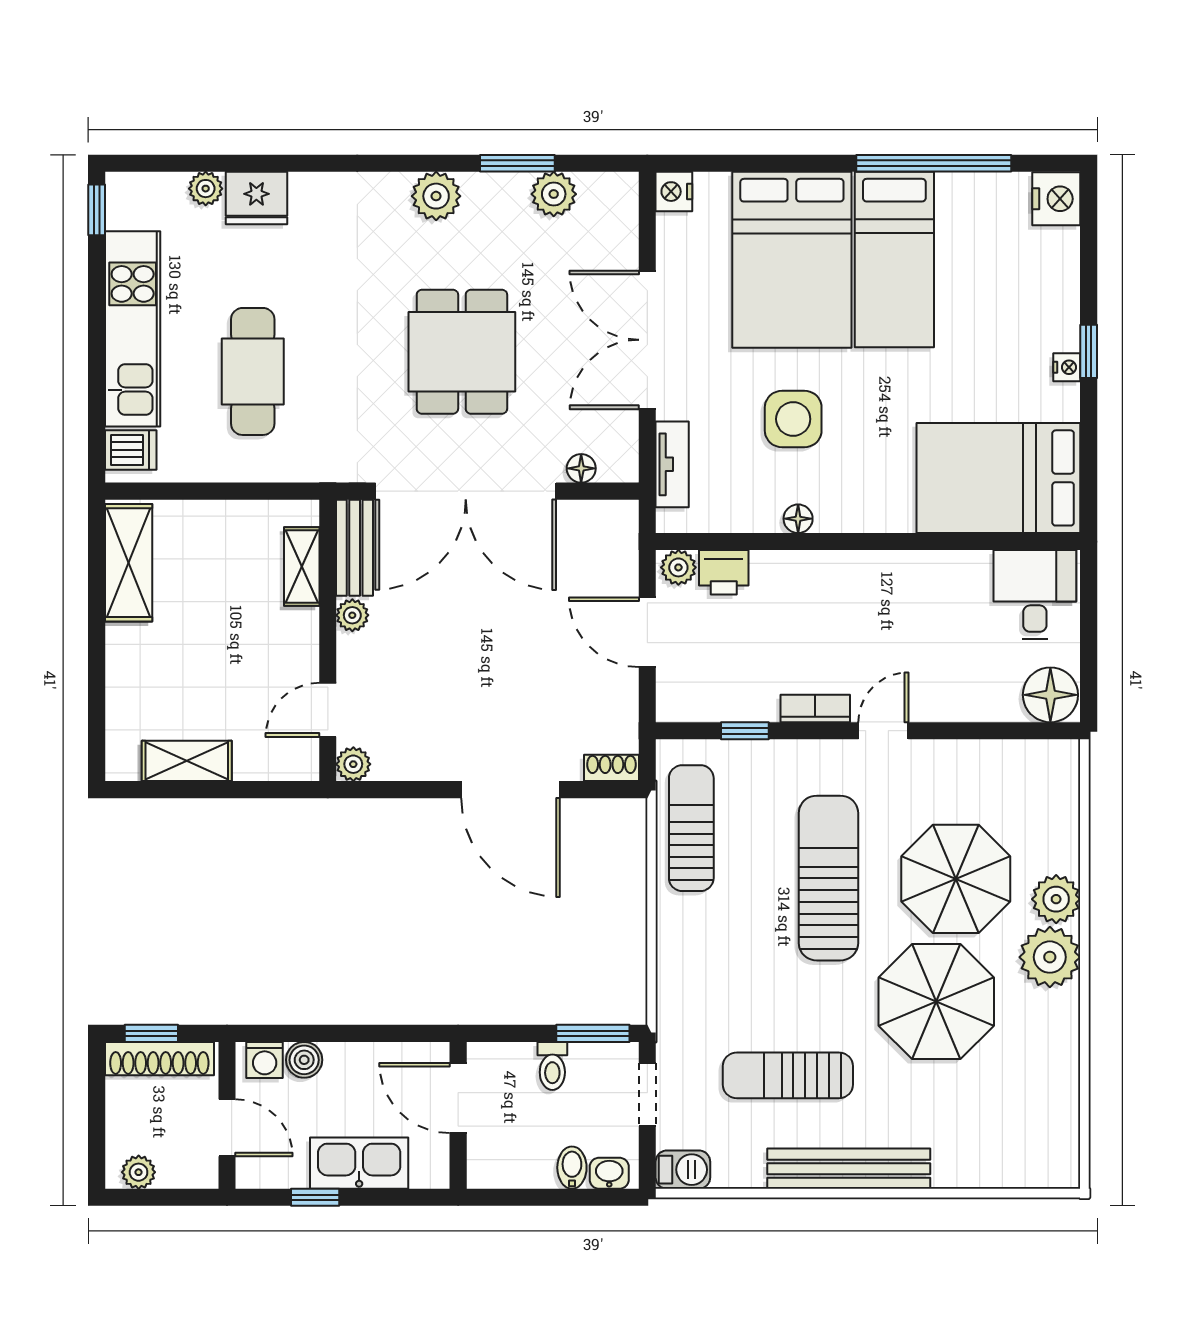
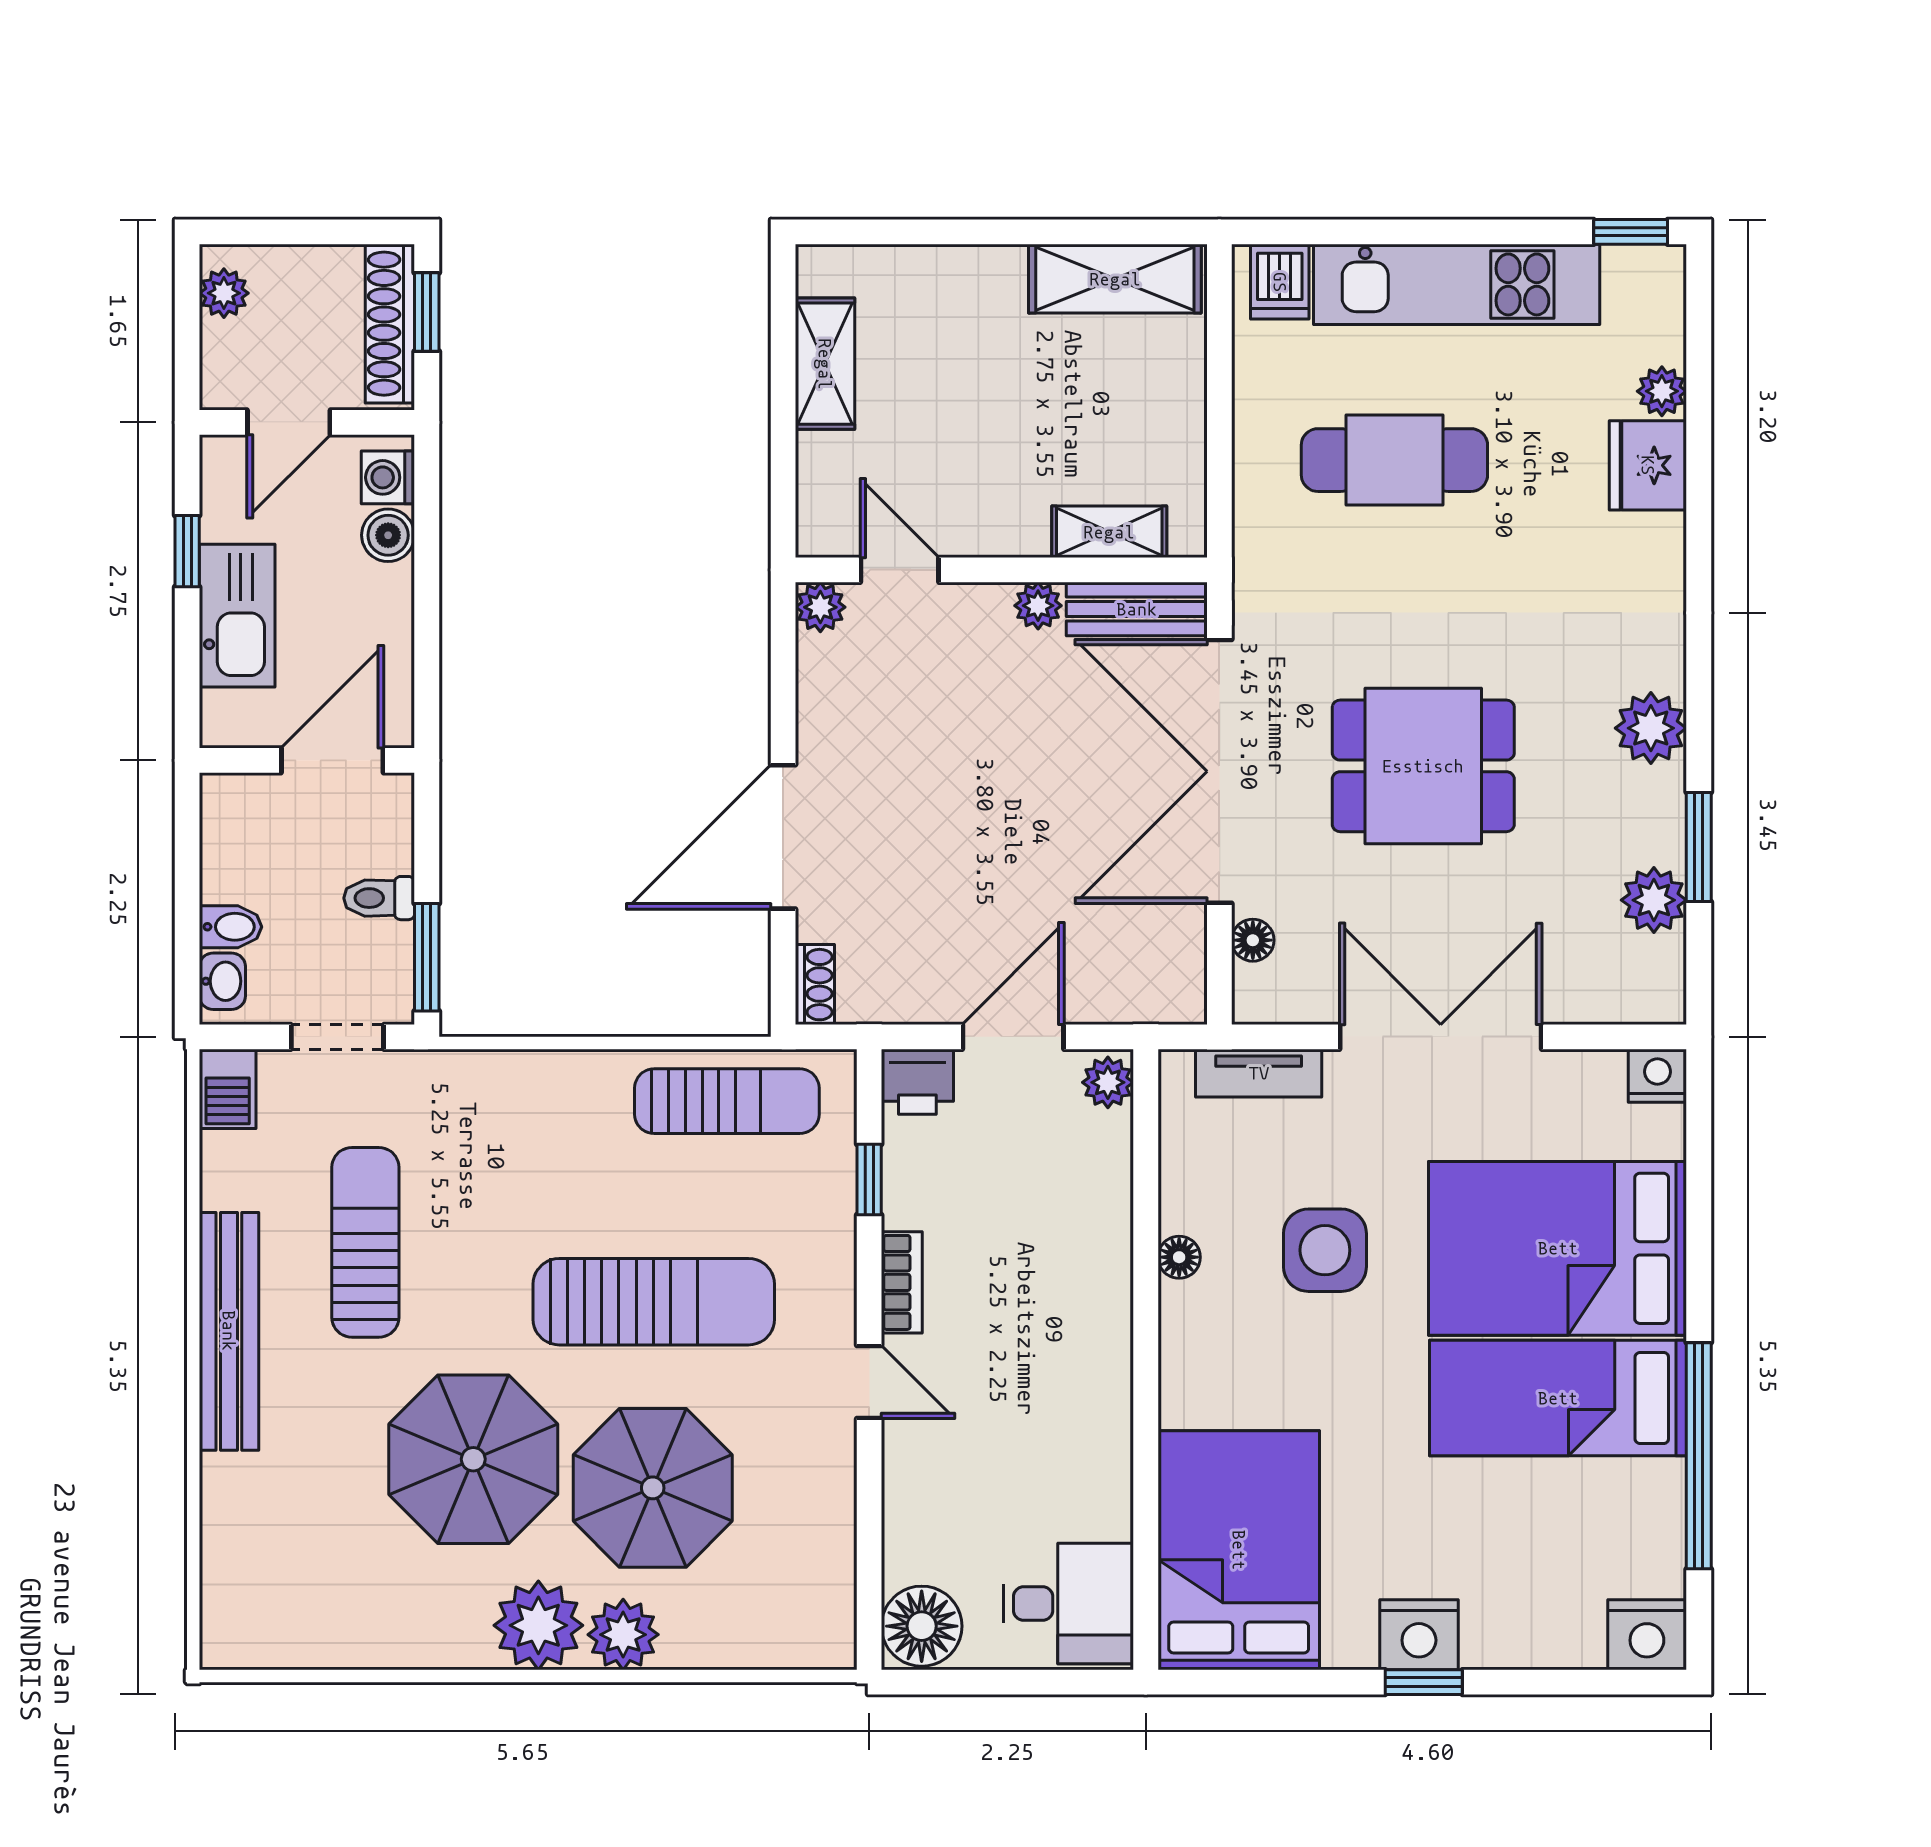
nightstand: (1067, 367) -> (1419, 1635), width x1.89, depth x1.79
printer: (724, 572) -> (917, 1082), moved, turned -90

